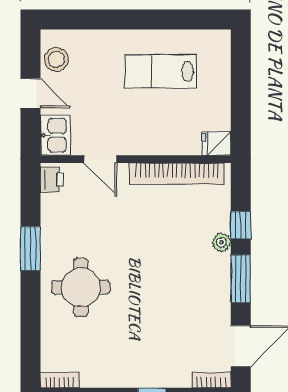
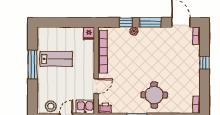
window: (148, 19) -> (33, 64), added
lab bench: (160, 71) -> (56, 59), turned -90

